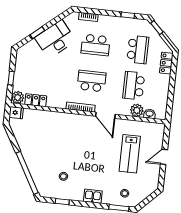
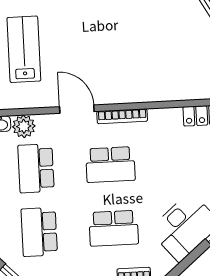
school desk: (96, 45) -> (114, 228), turned 180
school desk: (134, 86) -> (36, 168), turned 180

